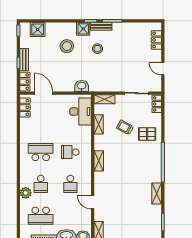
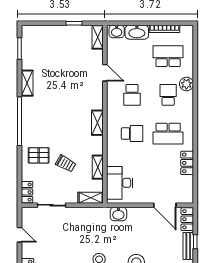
locker: (25, 107) -> (187, 163), moved
school desk: (70, 184) -> (132, 95), turned 180

